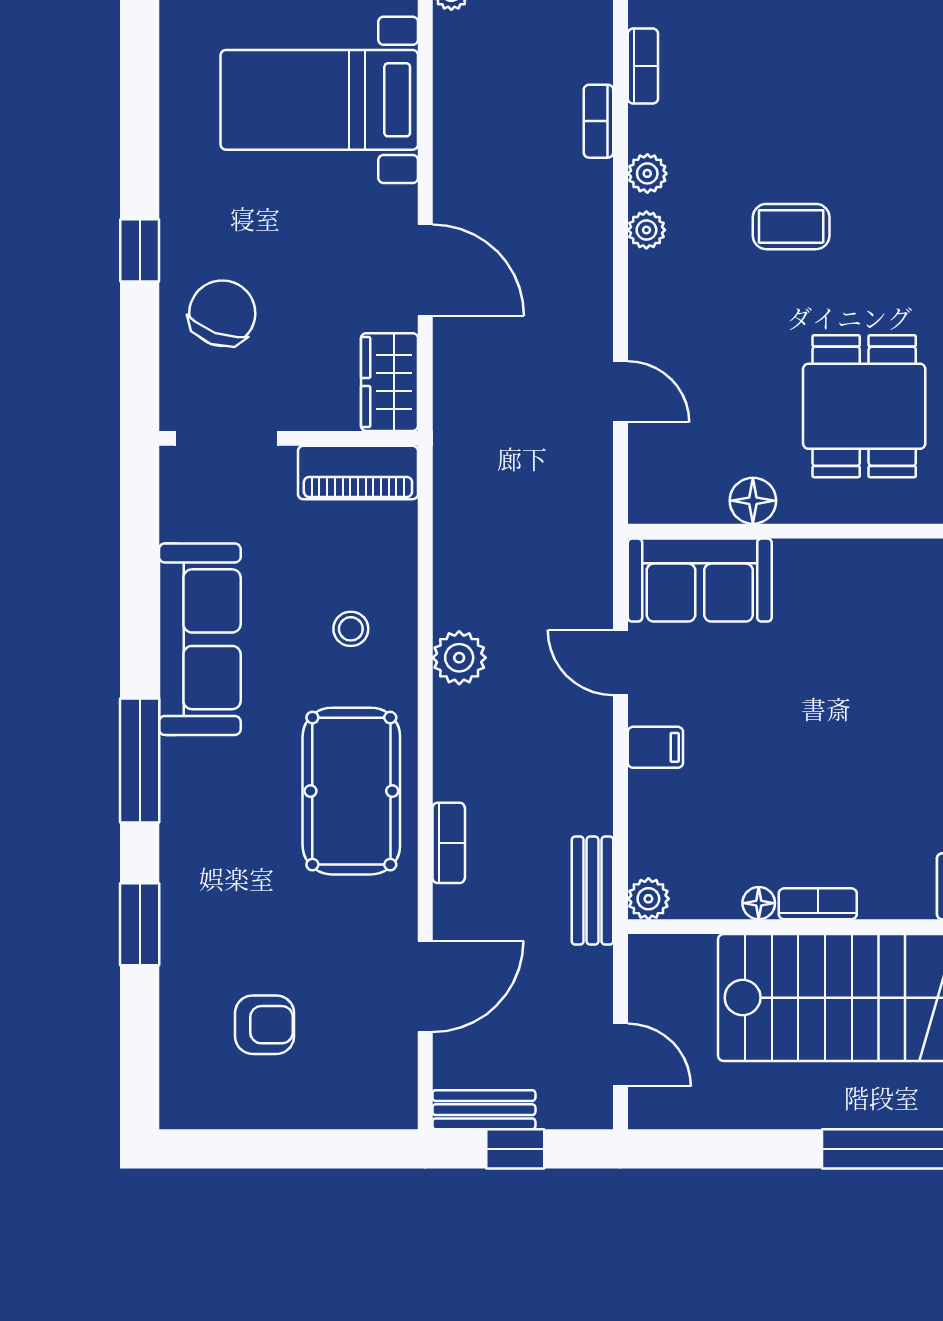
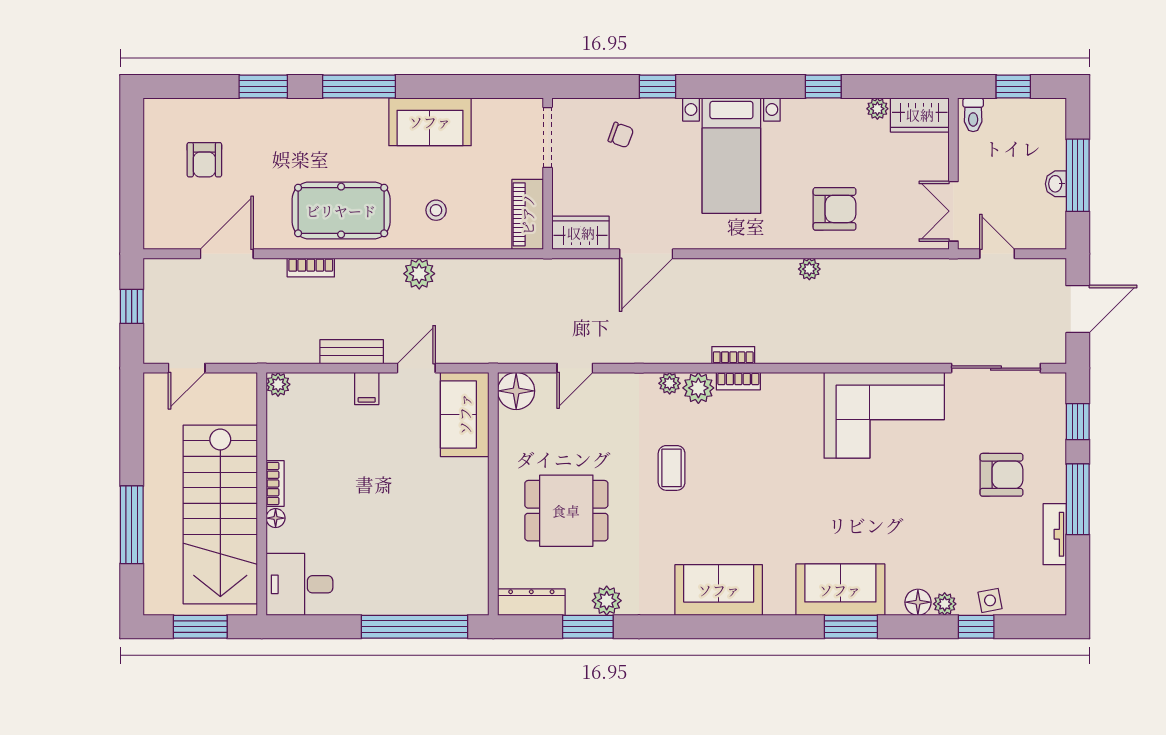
bookcase: (643, 66) -> (738, 381), moved
bed with nightstands: (319, 100) -> (731, 156), moved, turned 180
plant: (647, 173) -> (698, 388), width x1.38, depth x1.38
chair: (222, 313) -> (621, 135), width x0.54, depth x0.54
floor lamp: (753, 501) -> (516, 391), moved, width x1.38, depth x1.38
sofa: (200, 639) -> (430, 122), width x0.73
bench: (593, 891) -> (352, 352), moved
floor lamp: (759, 903) -> (276, 518), moved
door: (425, 986) -> (227, 254), swing flipped
bench: (484, 1110) -> (155, 288), removed

